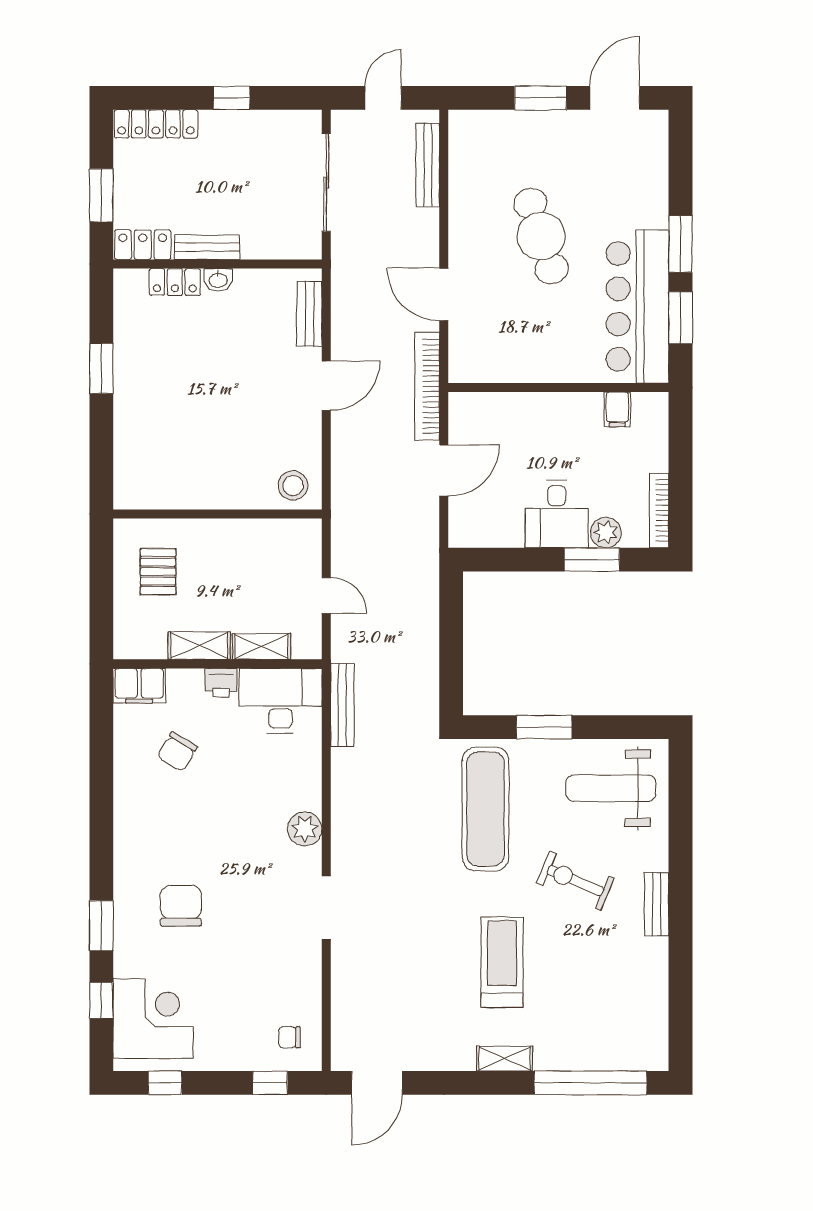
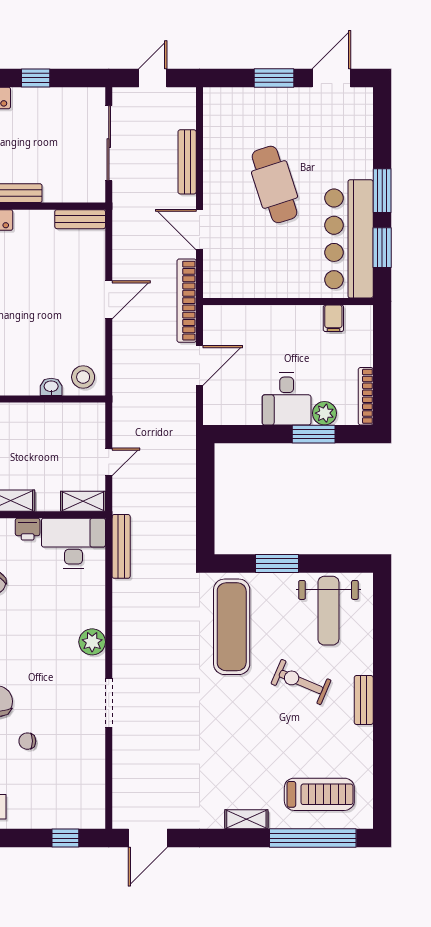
bench: (428, 165) -> (187, 162), moved
washbasin: (218, 280) -> (51, 387), moved, turned 180
bench: (309, 314) -> (80, 219), moved, turned 90
door: (326, 595) -> (109, 462), hinge flipped
shelving: (261, 646) -> (83, 501), moved
weight bench: (611, 788) -> (328, 611), turned -90
treadmill: (502, 962) -> (319, 794), moved, turned 90
chair: (289, 1037) -> (27, 741), moved

